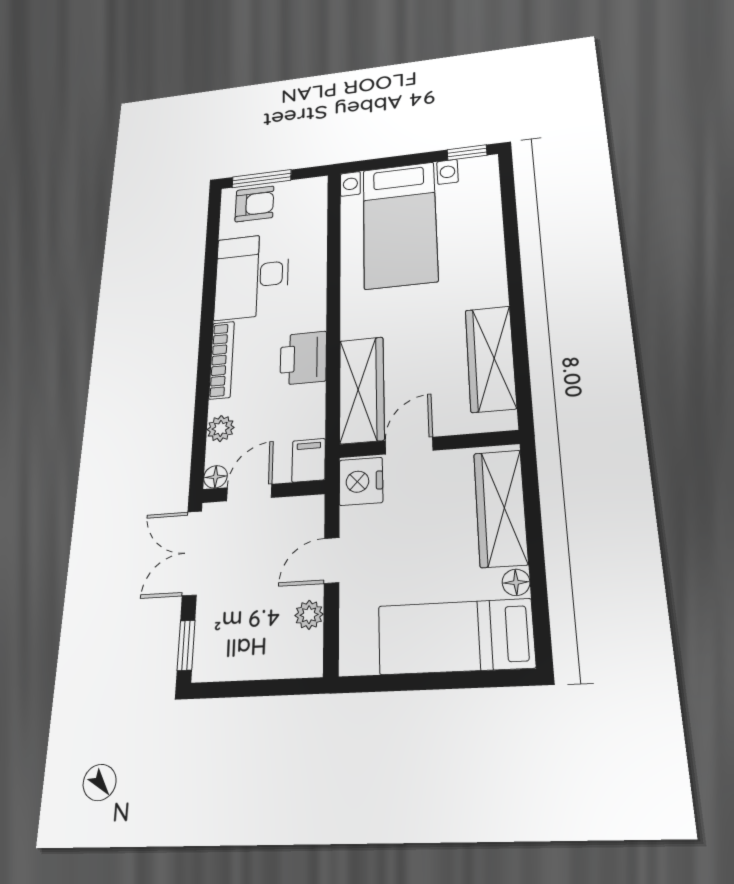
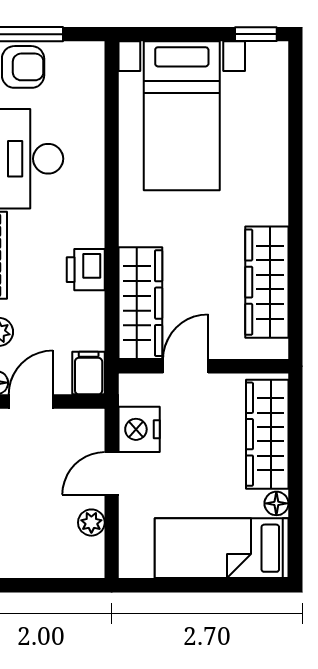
printer: (303, 358) -> (86, 270), width x0.73, depth x0.81
nightstand: (361, 481) -> (139, 429), moved

